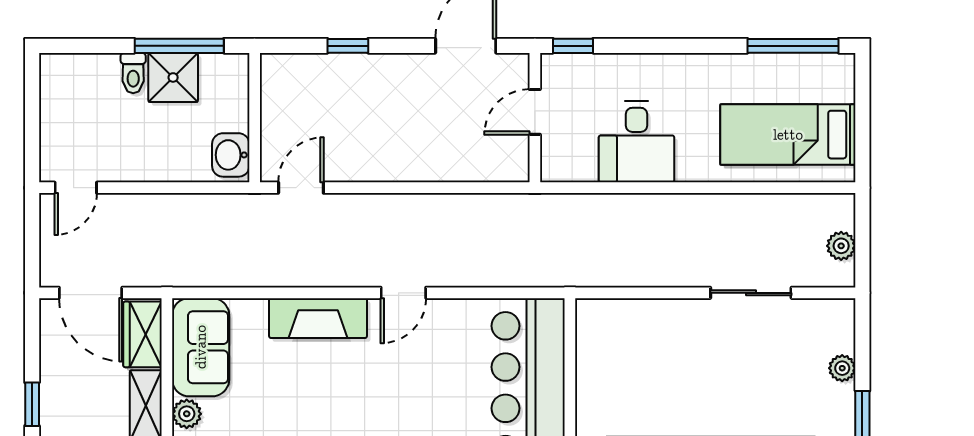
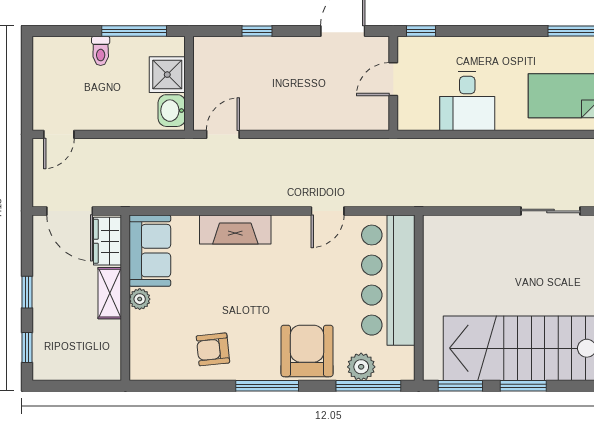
shower: (173, 77) -> (167, 75), moved
door: (403, 293) -> (328, 211), moved

